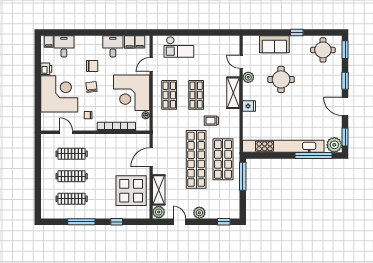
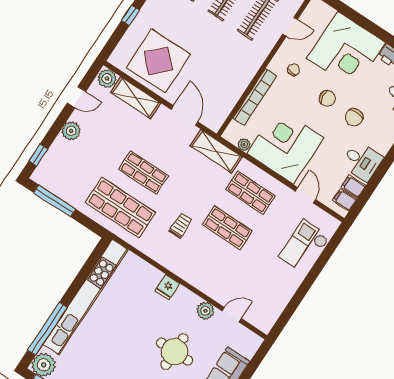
shelving: (233, 93) -> (216, 151), moved
shop shelf: (196, 159) -> (143, 173), width x0.50, depth x0.74
window: (243, 176) -> (55, 201), moved

